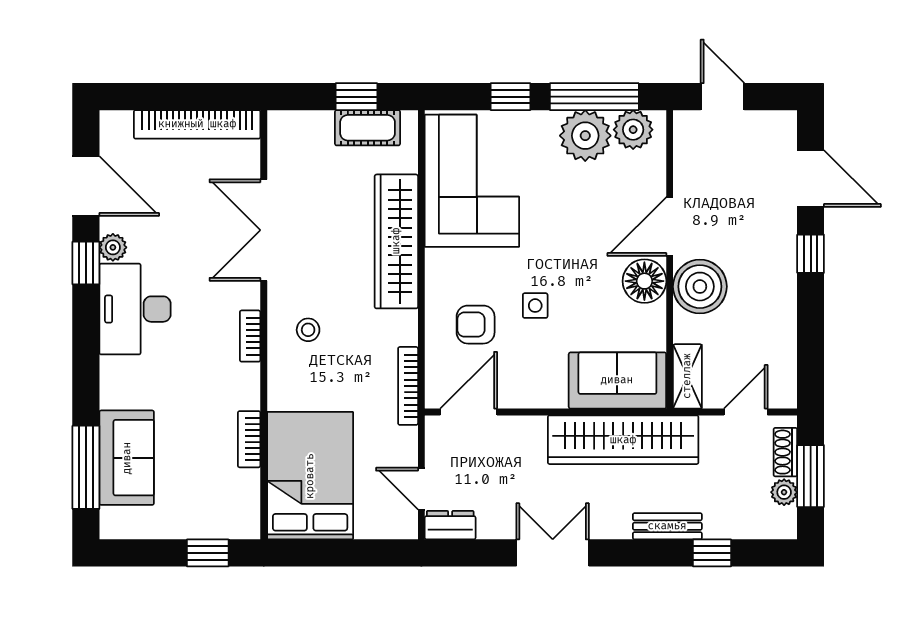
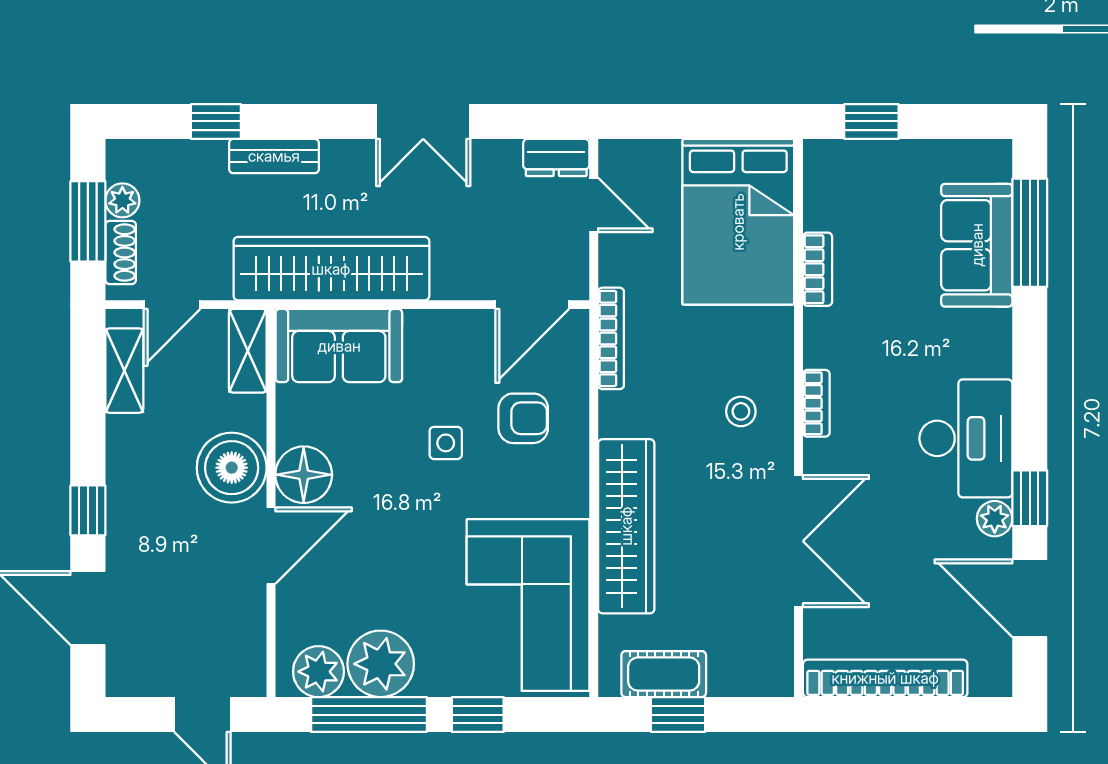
shelving: (783, 361) -> (124, 371), added

